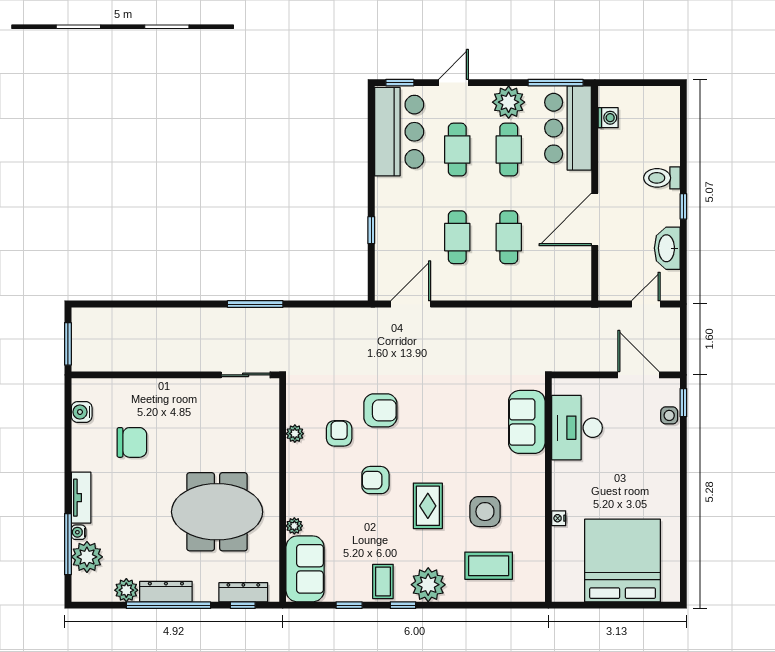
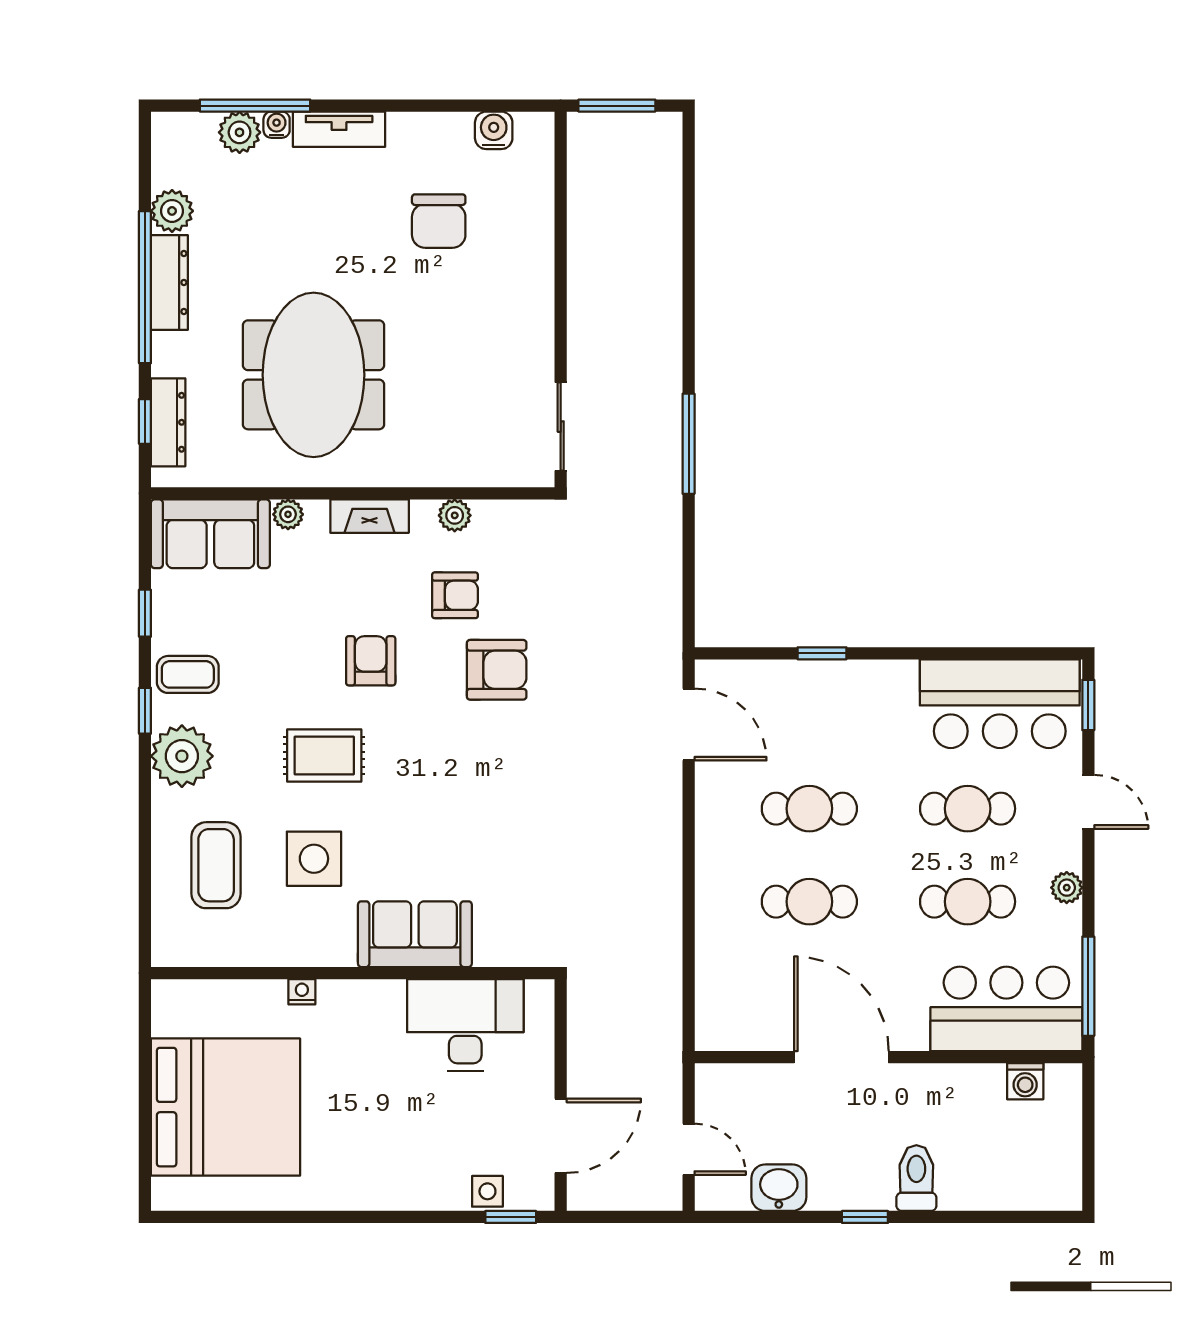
plant: (509, 102) -> (1067, 888), width x0.53, depth x0.53
washbasin: (667, 248) -> (779, 1188), width x0.72
armchair: (380, 410) -> (497, 670), turned -90
sofa: (527, 422) -> (415, 934), moved
fireplace: (295, 481) -> (370, 516), added
plant: (87, 557) -> (240, 132), width x0.73, depth x0.73

